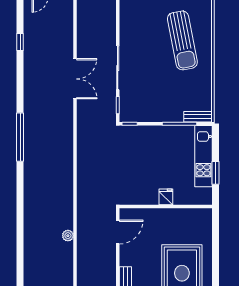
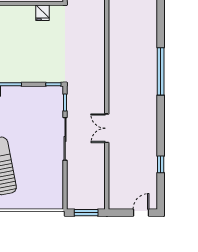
double door: (75, 79) -> (107, 128), width x0.73
fridge: (166, 197) -> (42, 13), moved

